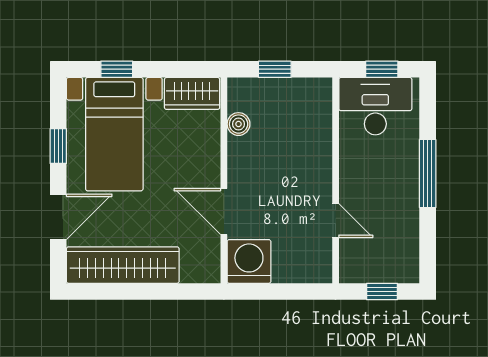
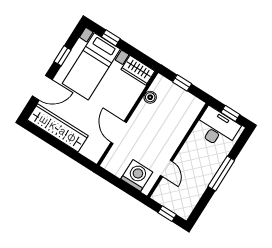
washing machine: (249, 261) -> (137, 175), moved

